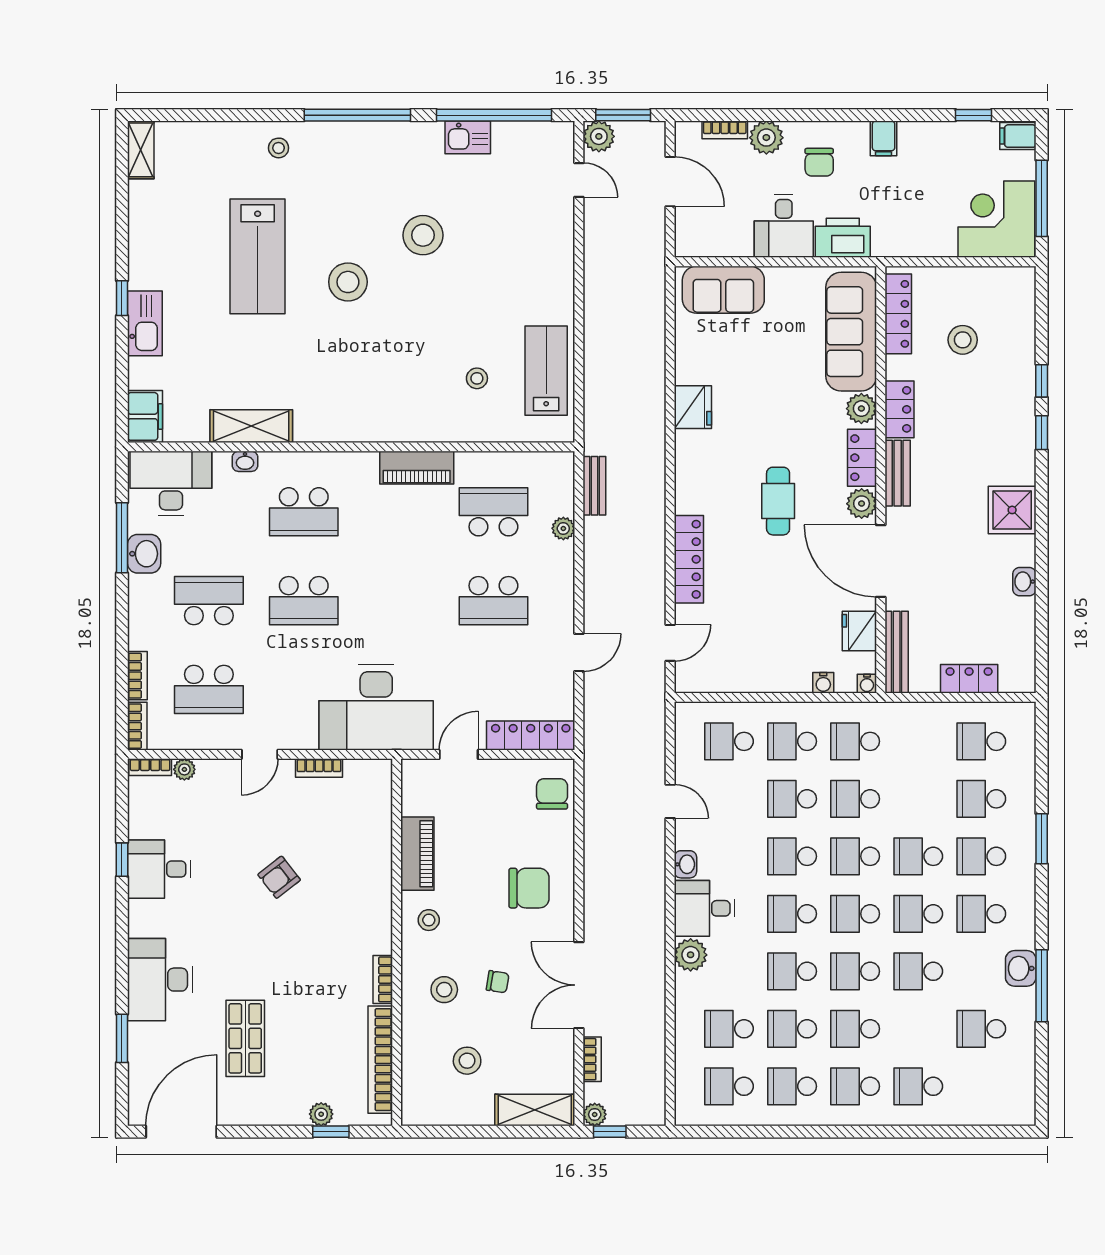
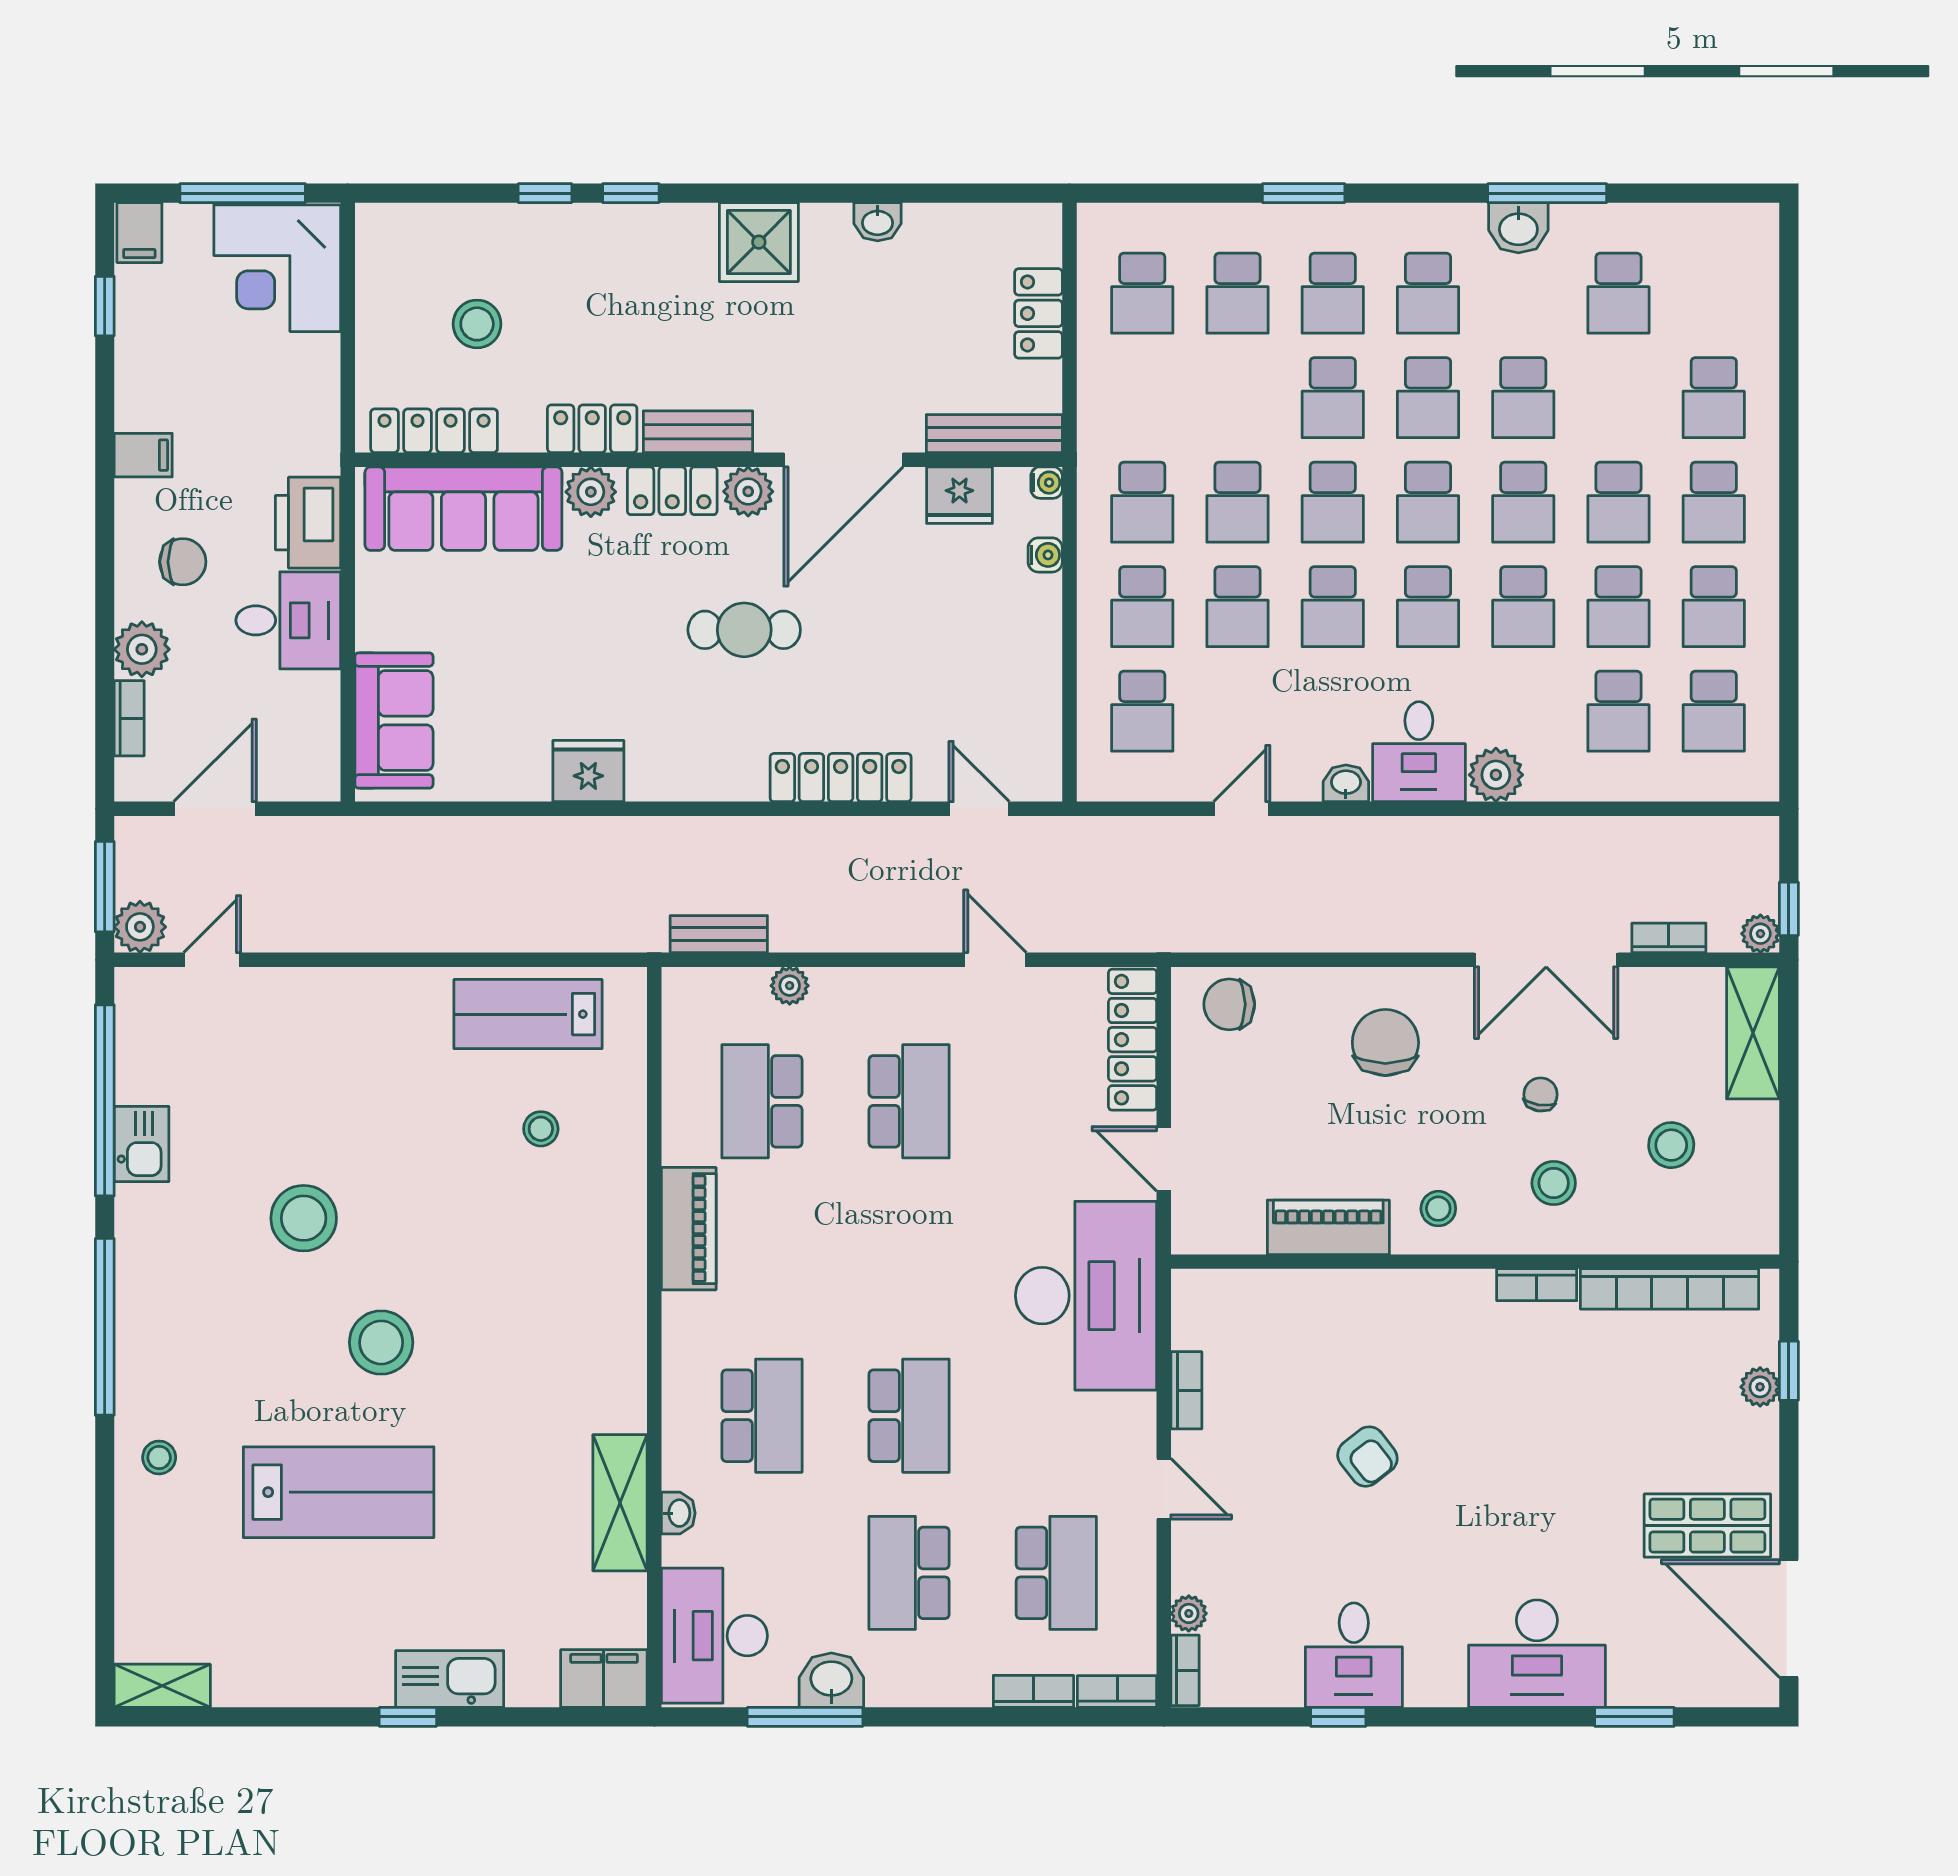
shop shelf: (245, 1038) -> (1707, 1526), moved

